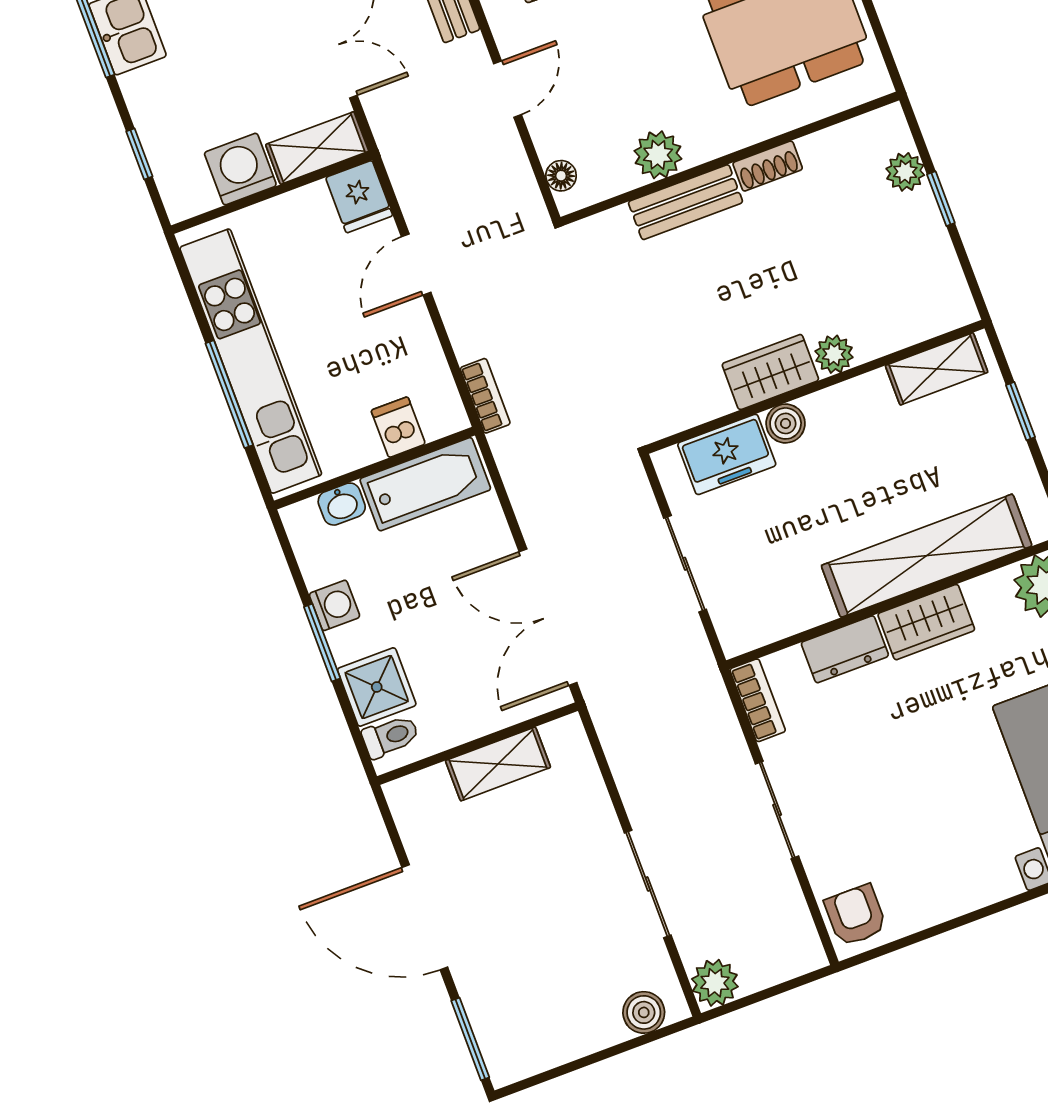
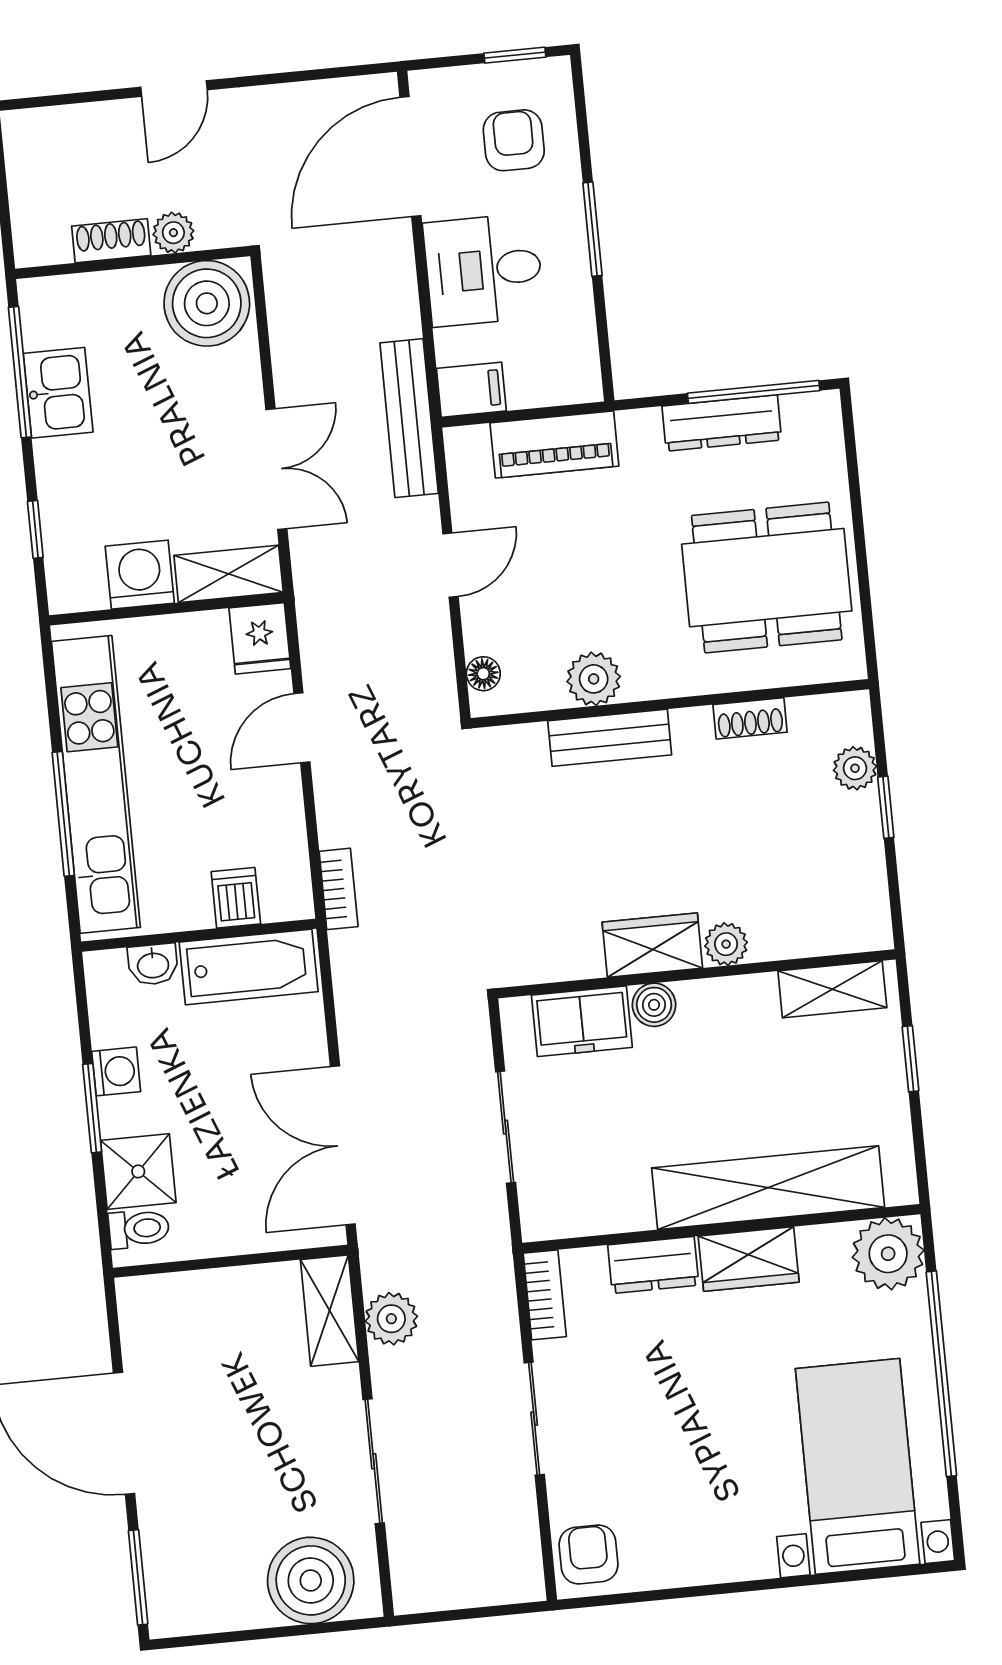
shoe rack: (768, 166) -> (750, 718), moved
shelving: (498, 764) -> (330, 1311), moved, turned 90
plant: (715, 983) -> (391, 1319), moved
boiler: (644, 1012) -> (311, 1580), width x1.86, depth x1.86

